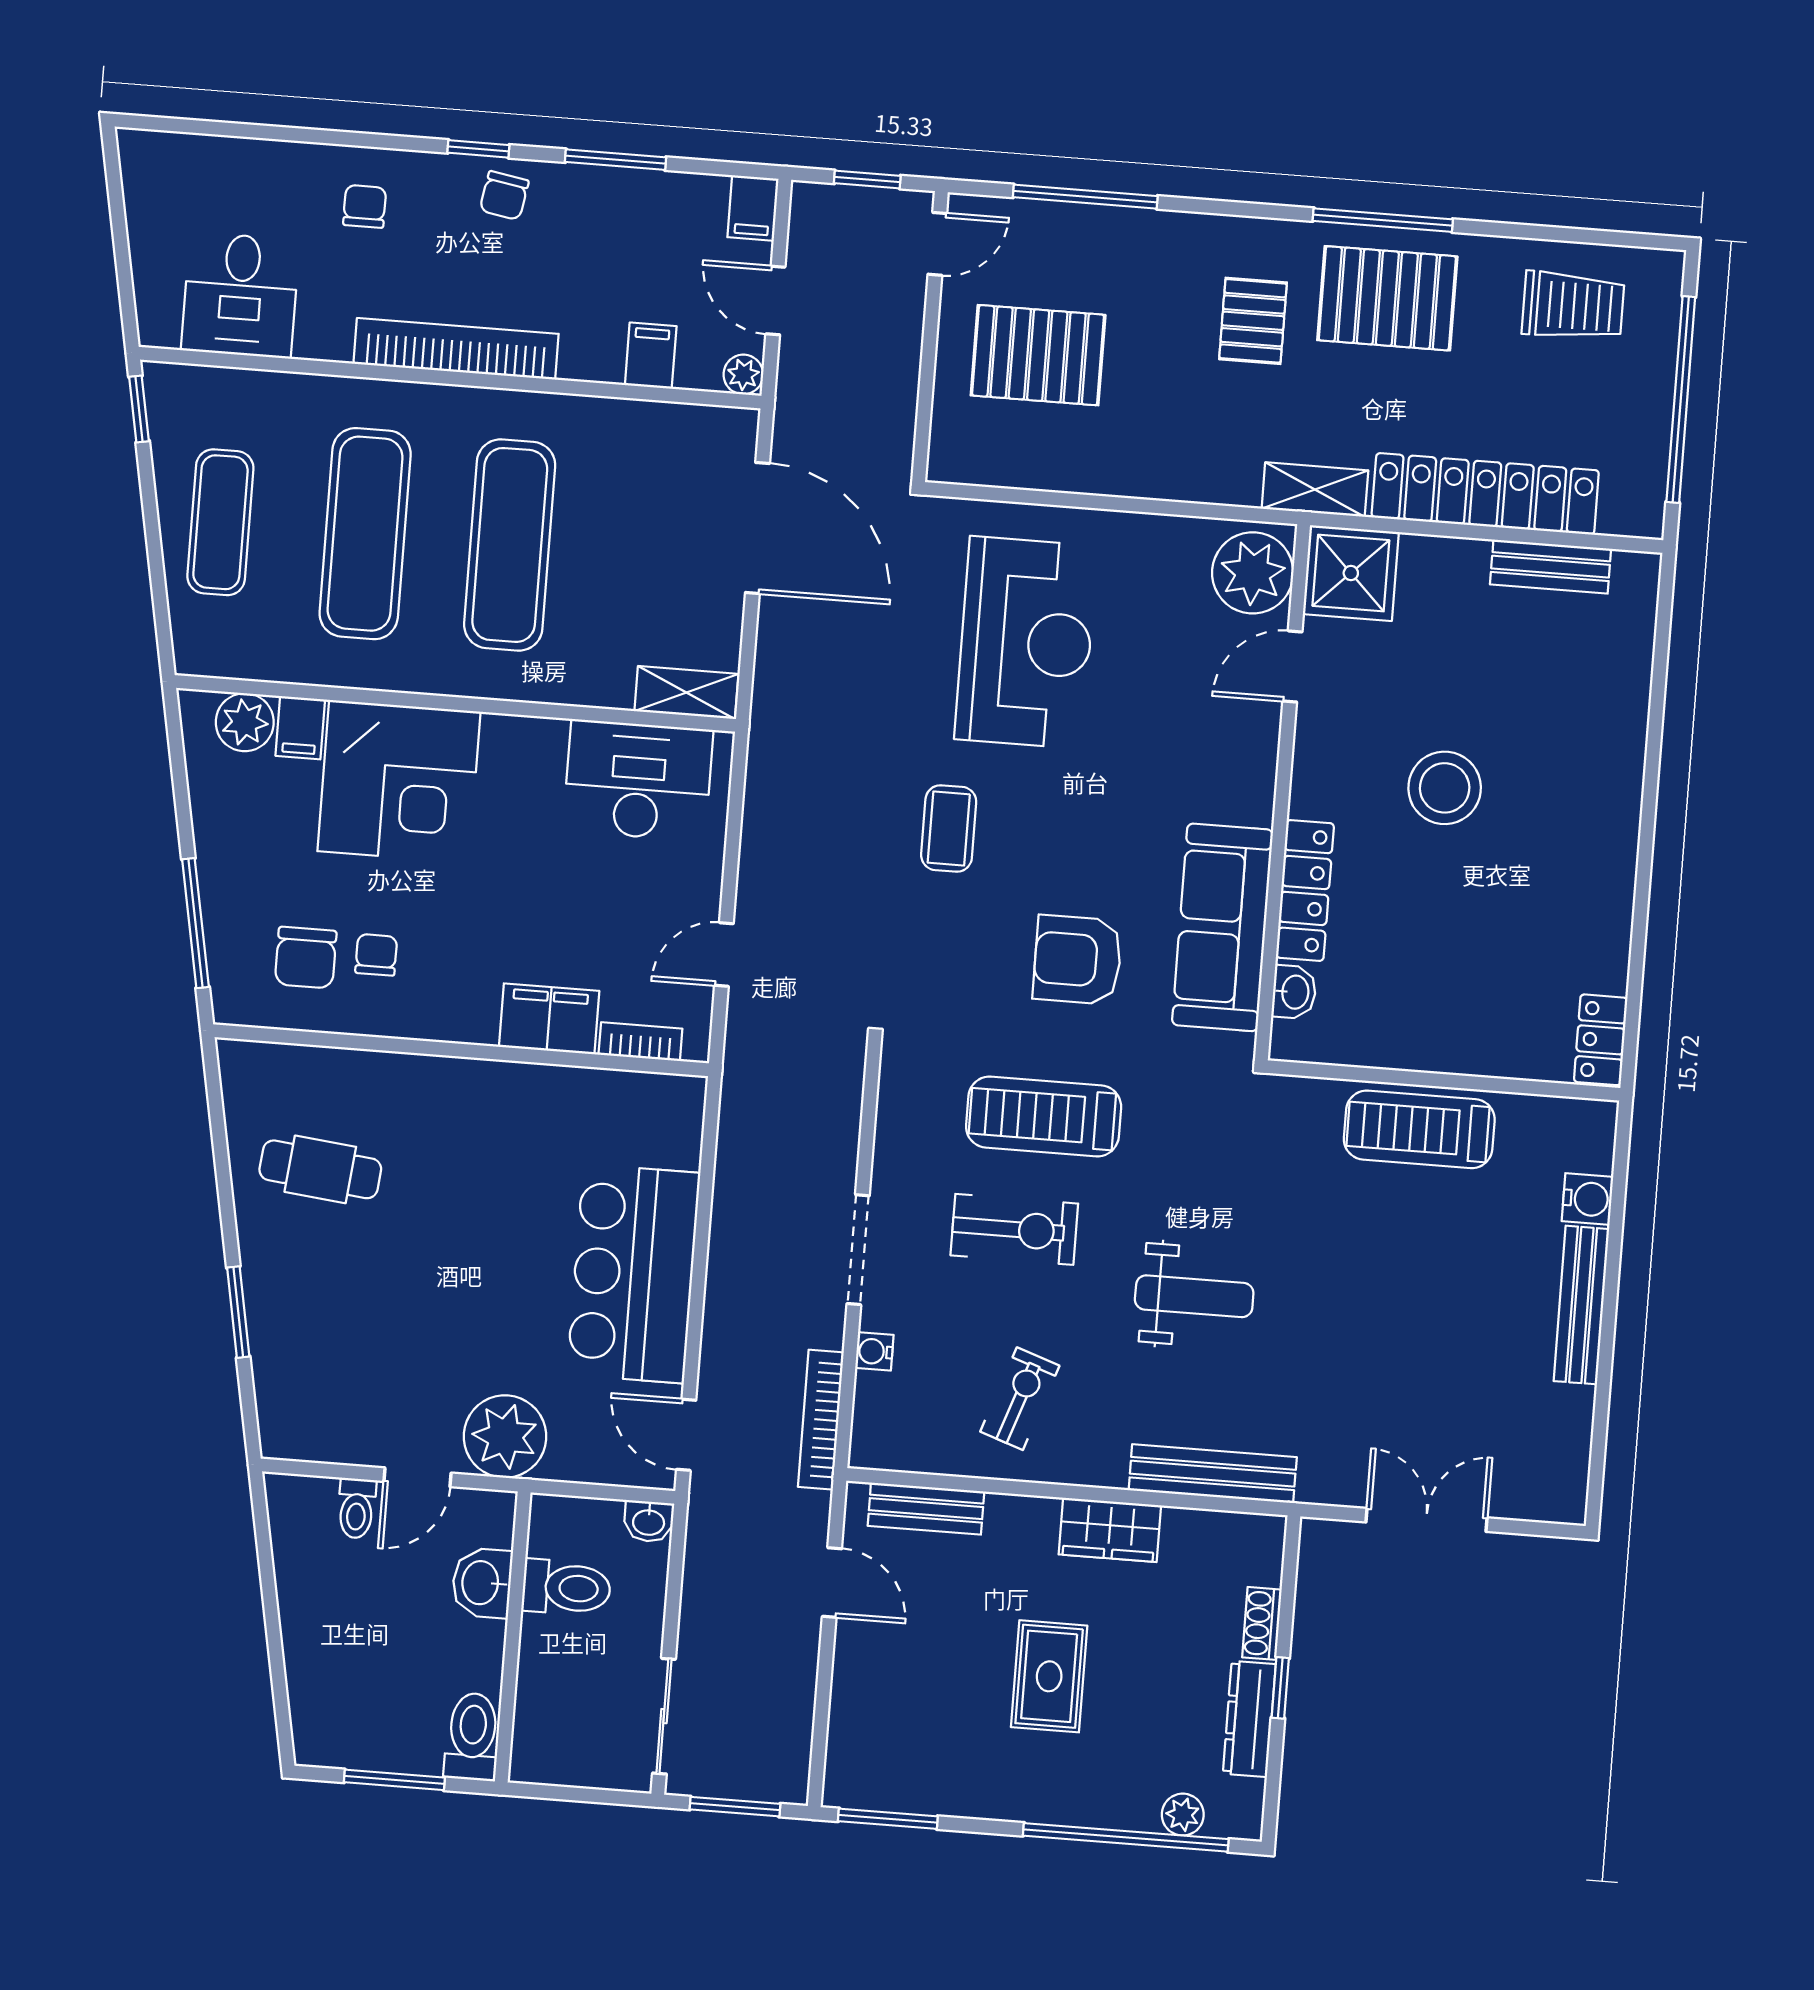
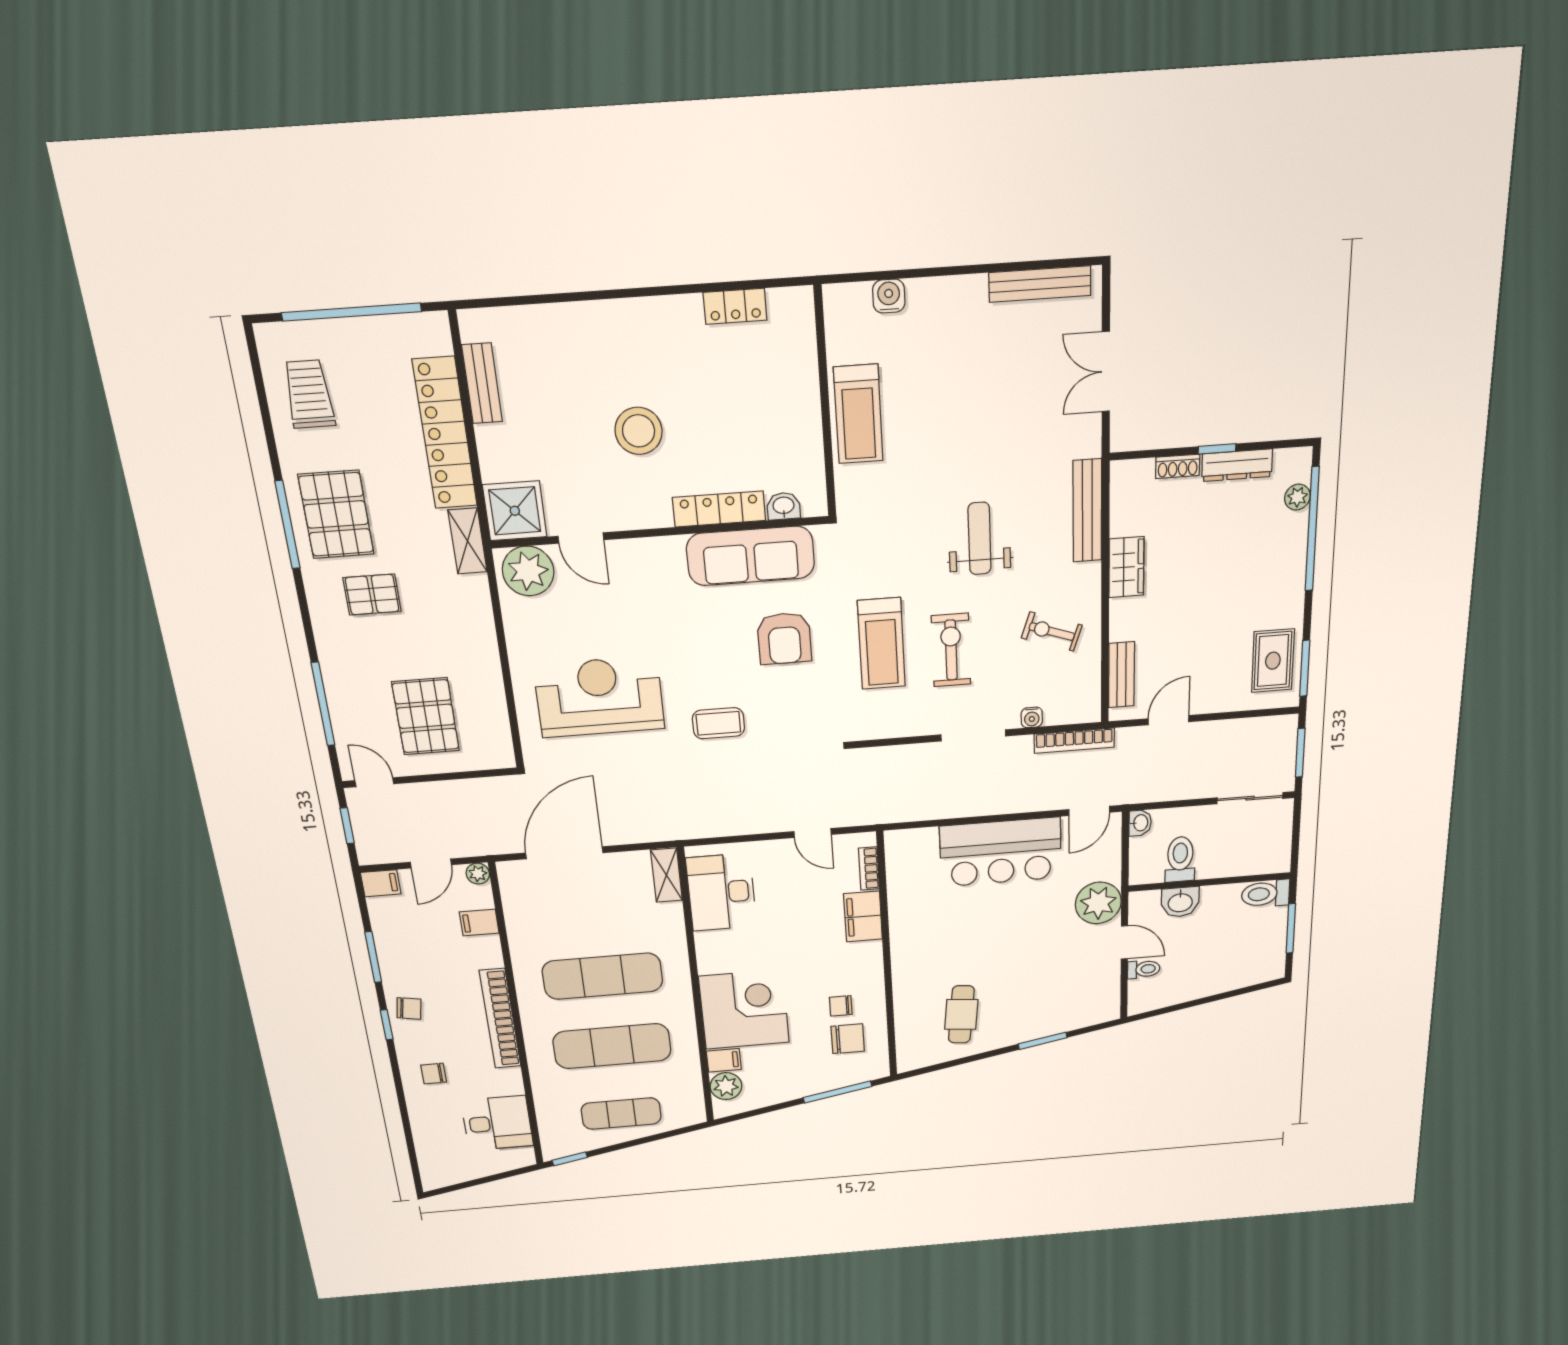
locker: (1601, 1040) -> (735, 306), moved
bench: (1581, 1305) -> (1040, 284), moved
rug: (1049, 1676) -> (1273, 661), moved, turned 90

